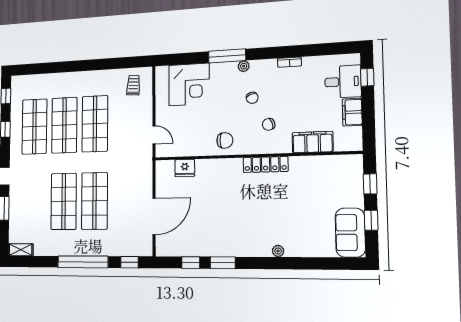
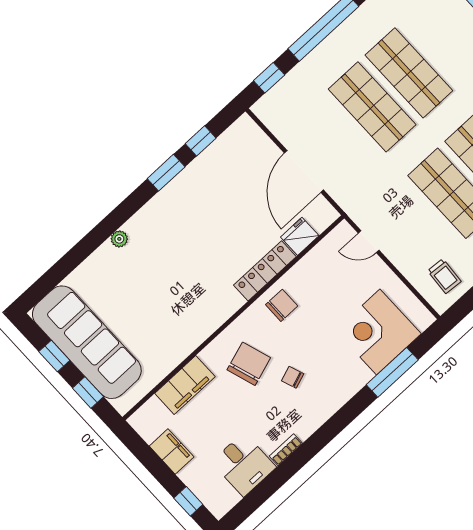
window: (227, 56) -> (392, 372), moved
plant: (244, 66) -> (333, 404), removed
desk: (343, 82) -> (244, 465), moved, turned -90
chair: (269, 124) -> (249, 364), width x1.87, depth x1.87
chair: (225, 140) -> (282, 305), turned 180
locker: (266, 164) -> (265, 271), moved
door: (154, 216) -> (304, 171), moved
sofa: (350, 233) -> (87, 342), width x1.85, depth x1.27

